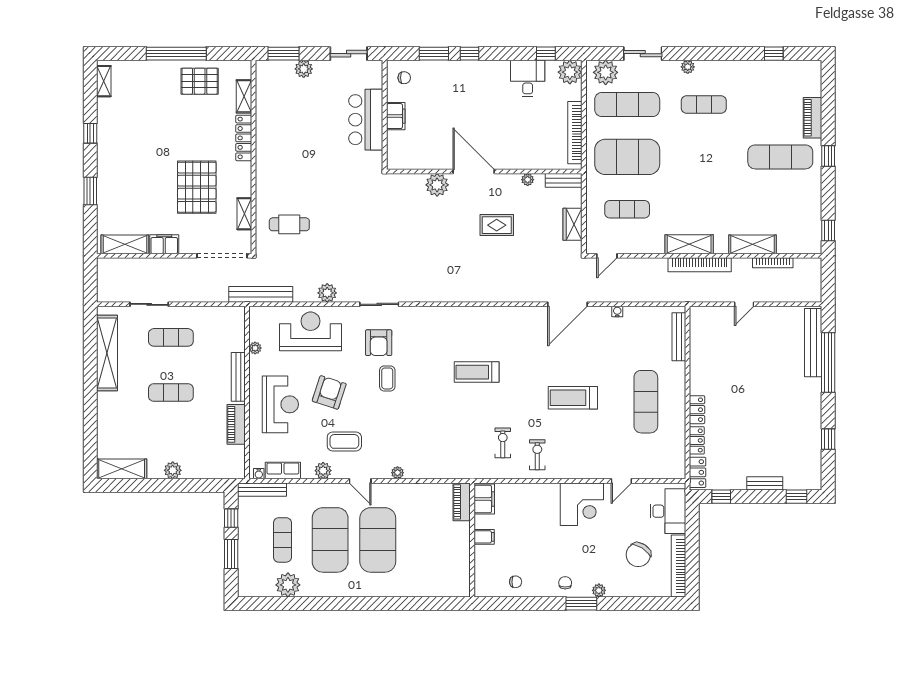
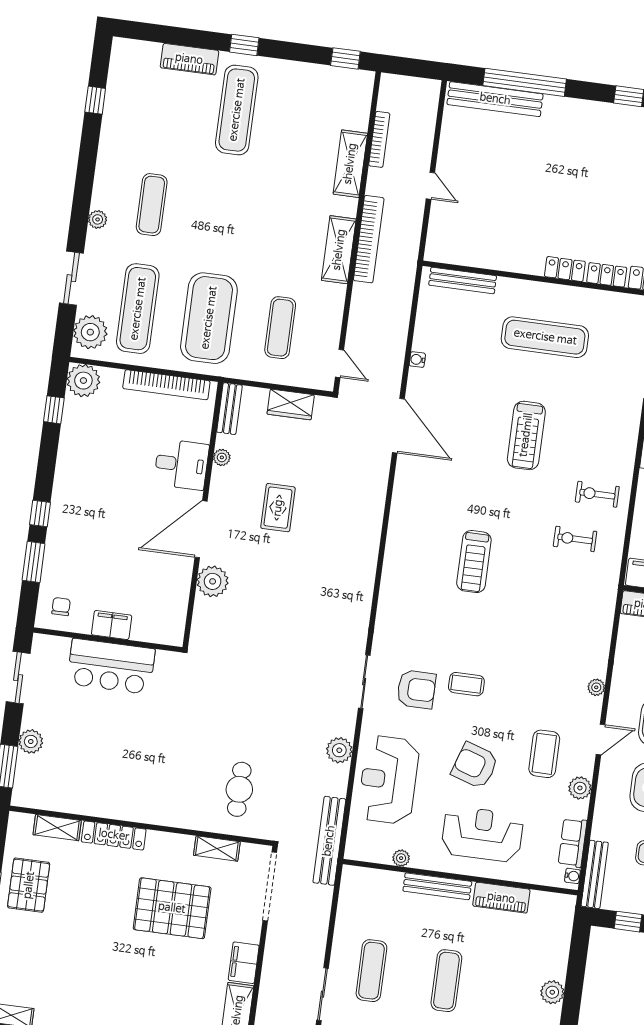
desk: (528, 79) -> (181, 464), moved, turned 180

